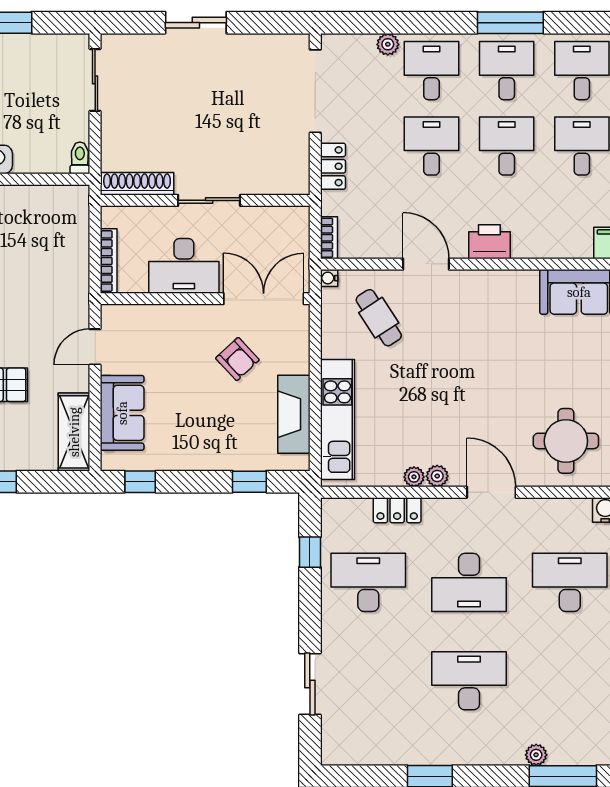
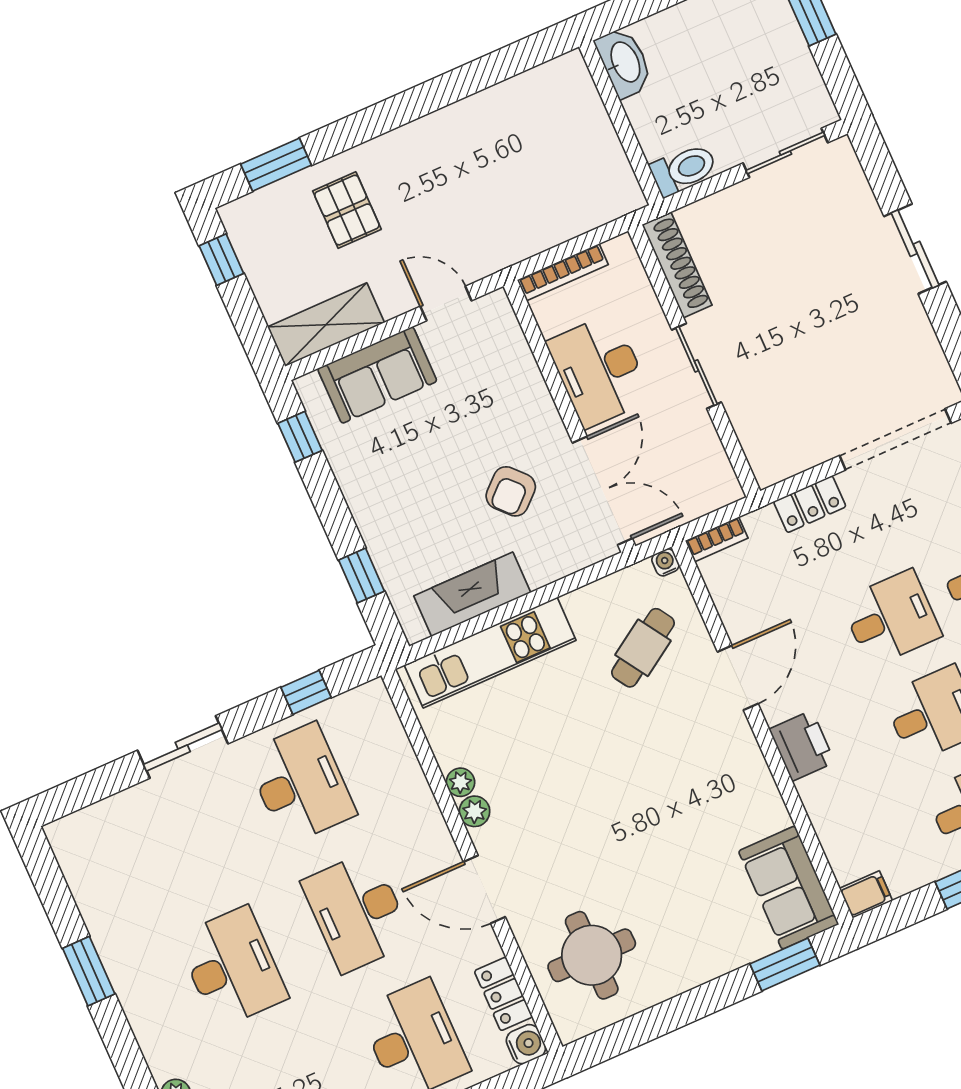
toilet: (80, 158) -> (684, 169), width x1.37, depth x1.39
door: (491, 492) -> (484, 889), swing flipped
locker: (397, 510) -> (503, 994), moved
sliding door: (310, 684) -> (183, 747), moved

